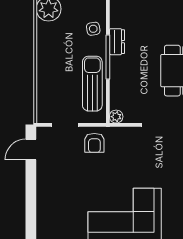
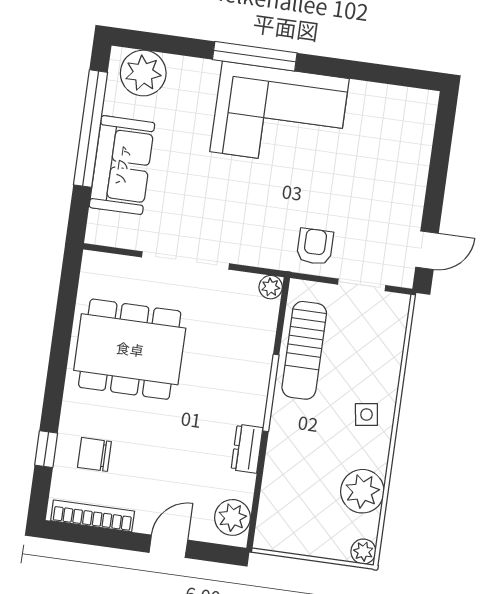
side table: (93, 29) -> (366, 414), moved
dresser: (117, 42) -> (247, 449), moved

